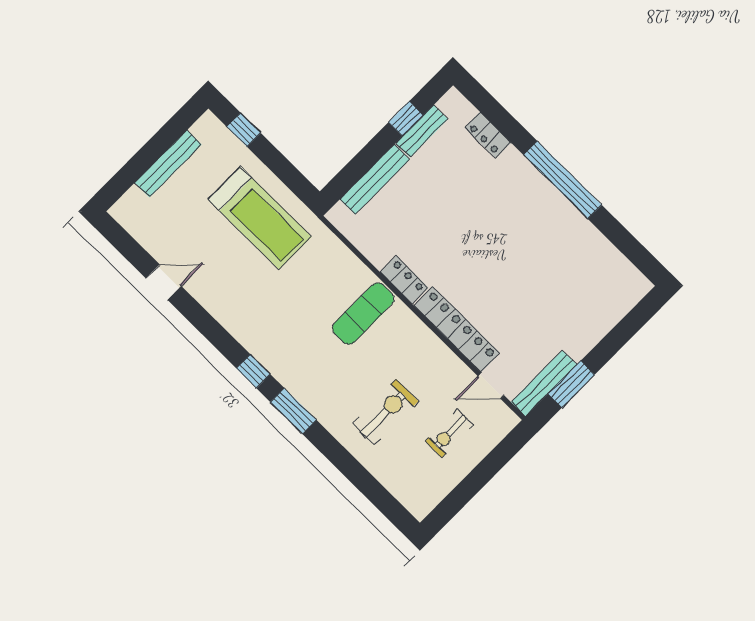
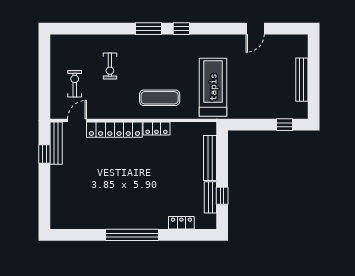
treadmill: (260, 218) -> (213, 87), moved, turned 90
exercise mat: (363, 314) -> (160, 98), turned 90
window: (571, 384) -> (44, 154), width x0.67
exercise bike: (385, 412) -> (110, 66), width x0.73, depth x0.72

